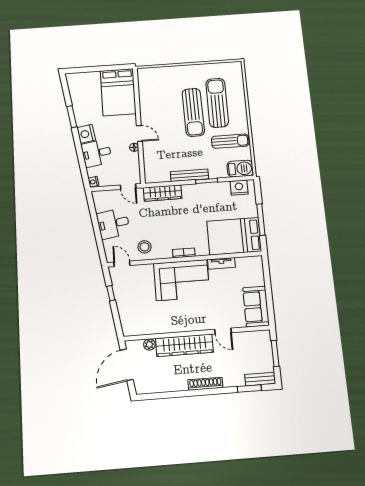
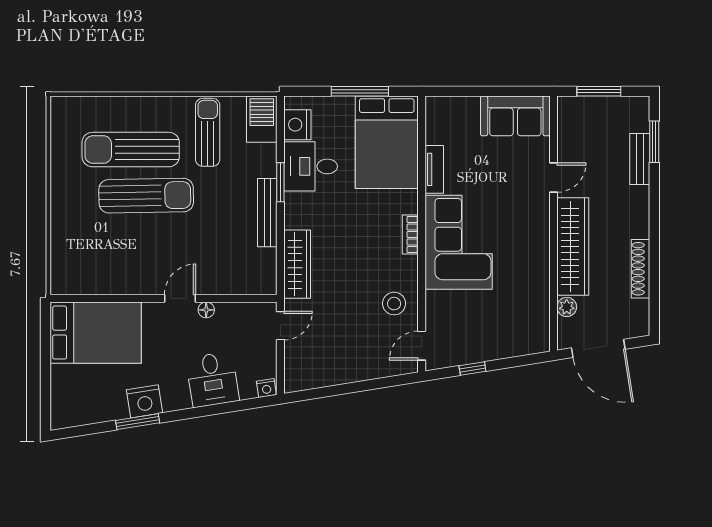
nightstand: (86, 134) -> (145, 401), moved
desk: (113, 224) -> (311, 166), moved, turned 99
bench: (260, 379) -> (640, 159), moved
shoe rack: (205, 384) -> (640, 269), moved

